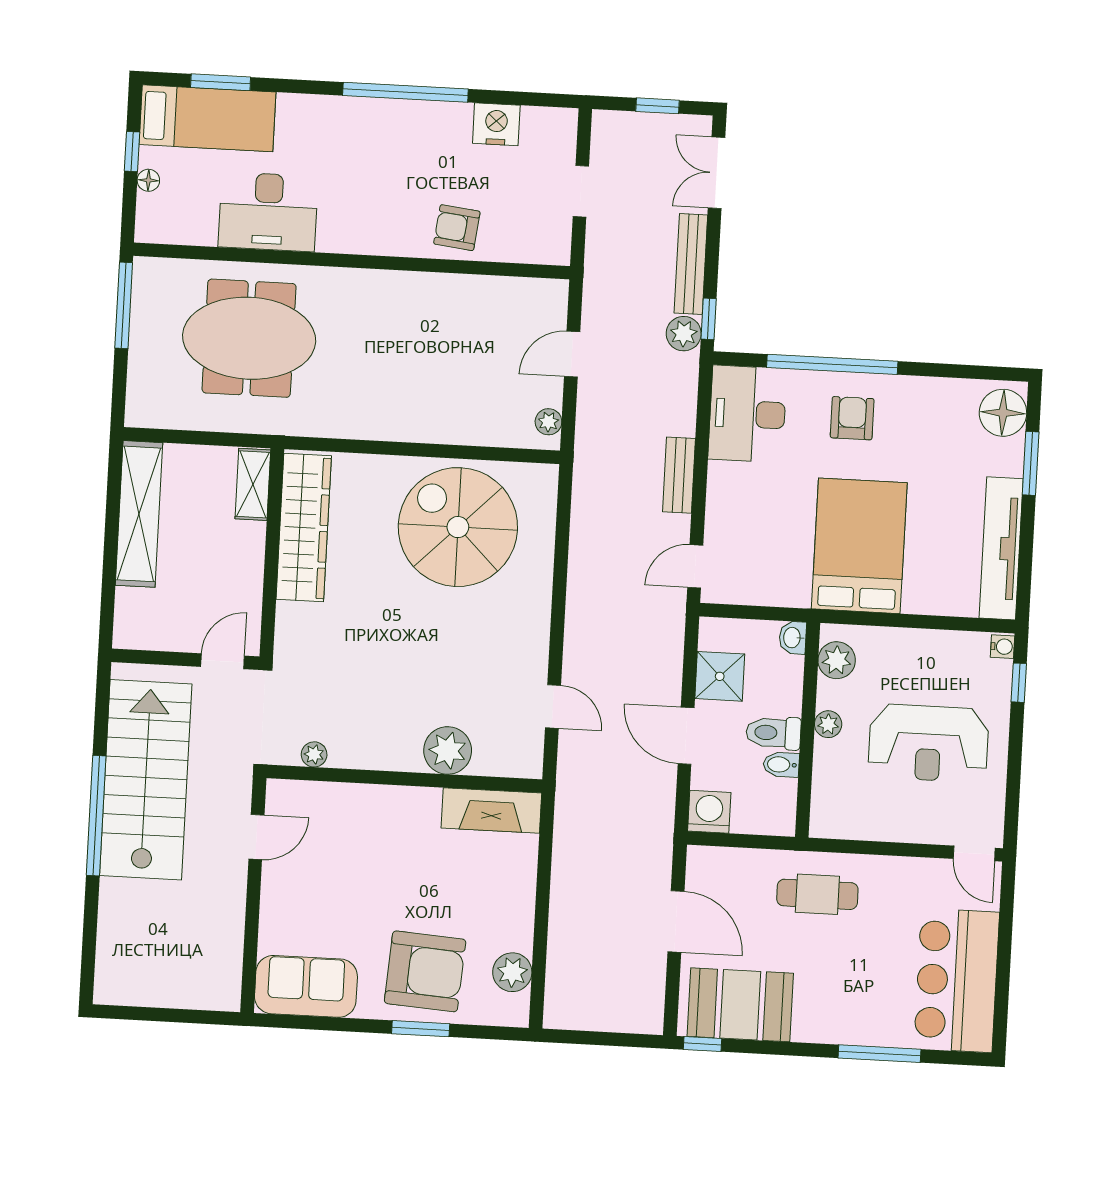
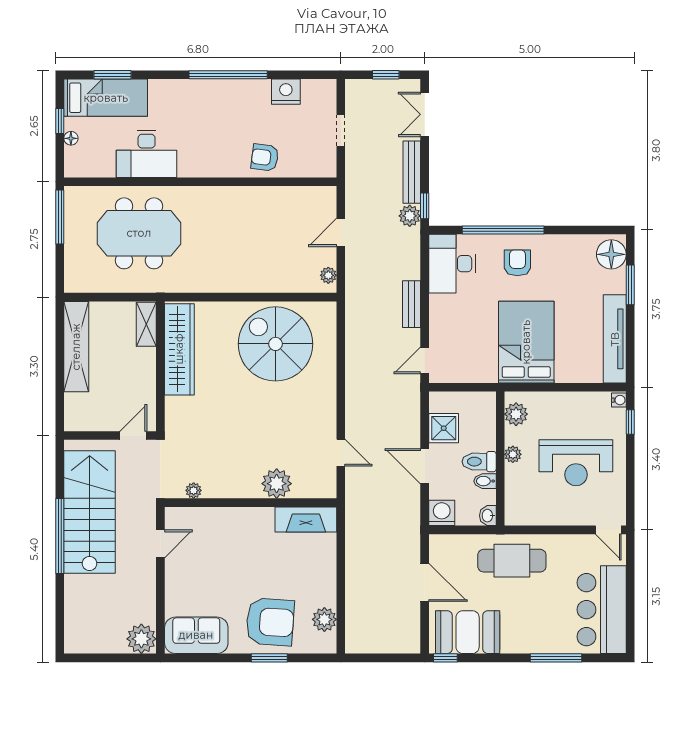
washbasin: (793, 638) -> (488, 516), moved
cafe table: (817, 894) -> (512, 561), width x1.37, depth x1.35
plant: (218, 987) -> (141, 639), added

